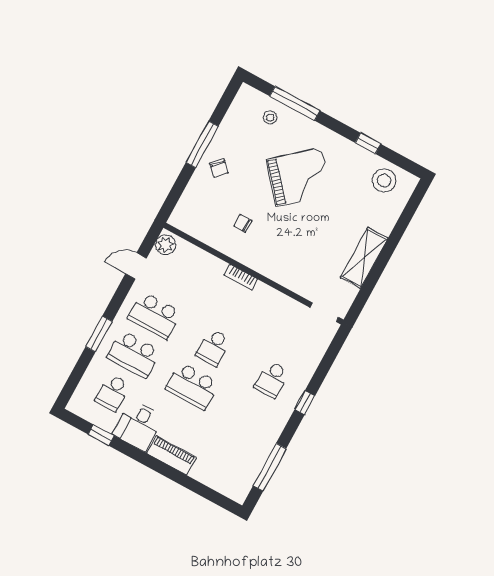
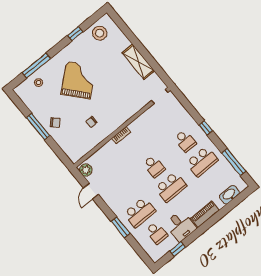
school desk: (155, 315) -> (202, 162), moved
washbasin: (217, 481) -> (229, 195), added

